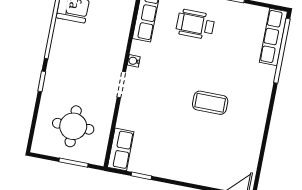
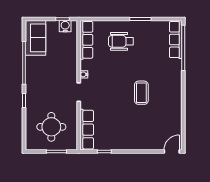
coffee table: (210, 103) -> (141, 93), turned 90
row of seats: (121, 149) -> (87, 130), width x1.48

